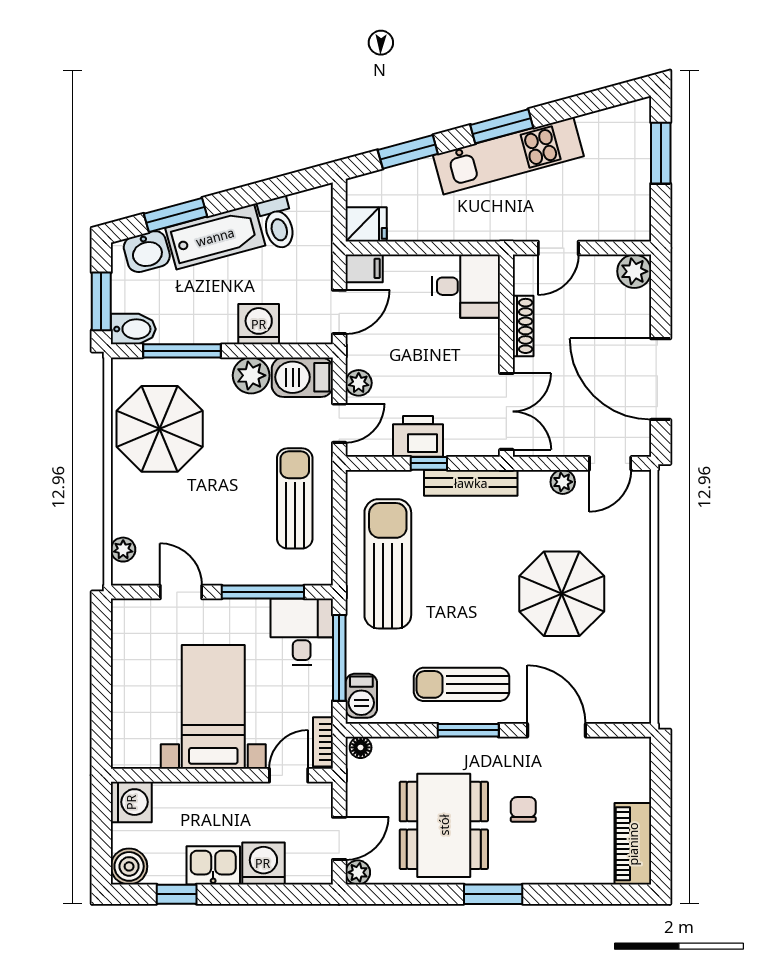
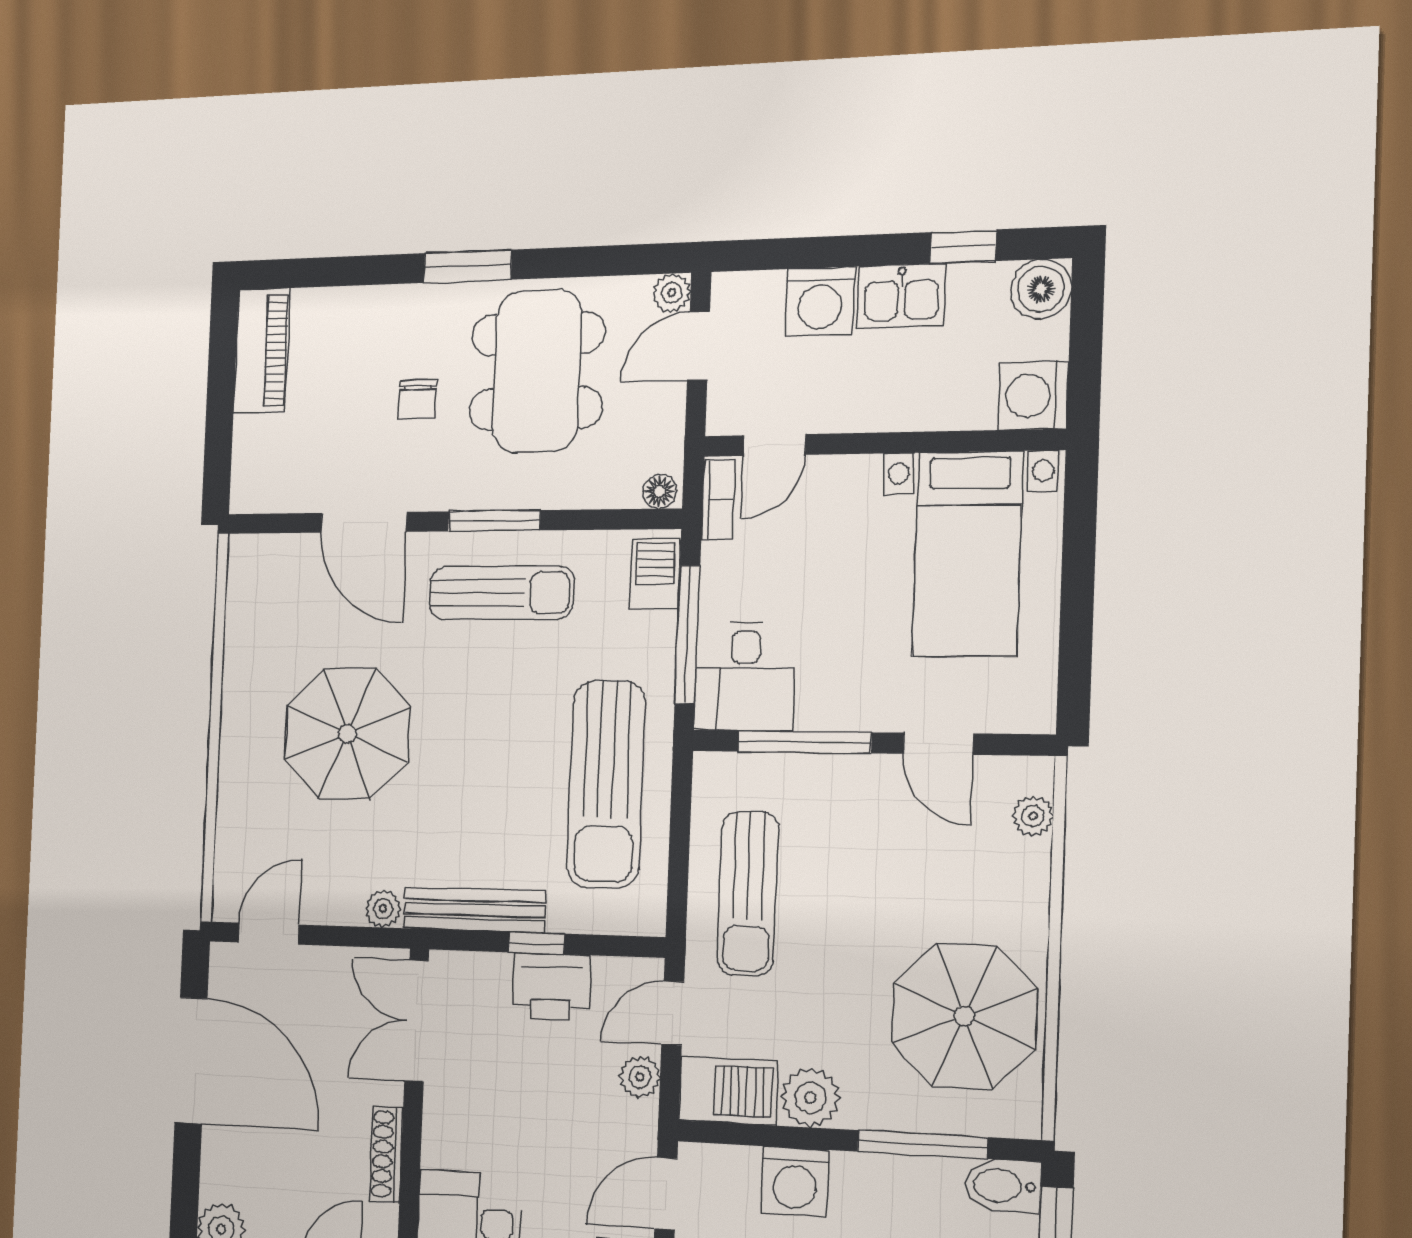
plant: (563, 482) -> (383, 909), moved
bed with nightstands: (213, 707) -> (967, 554), moved

